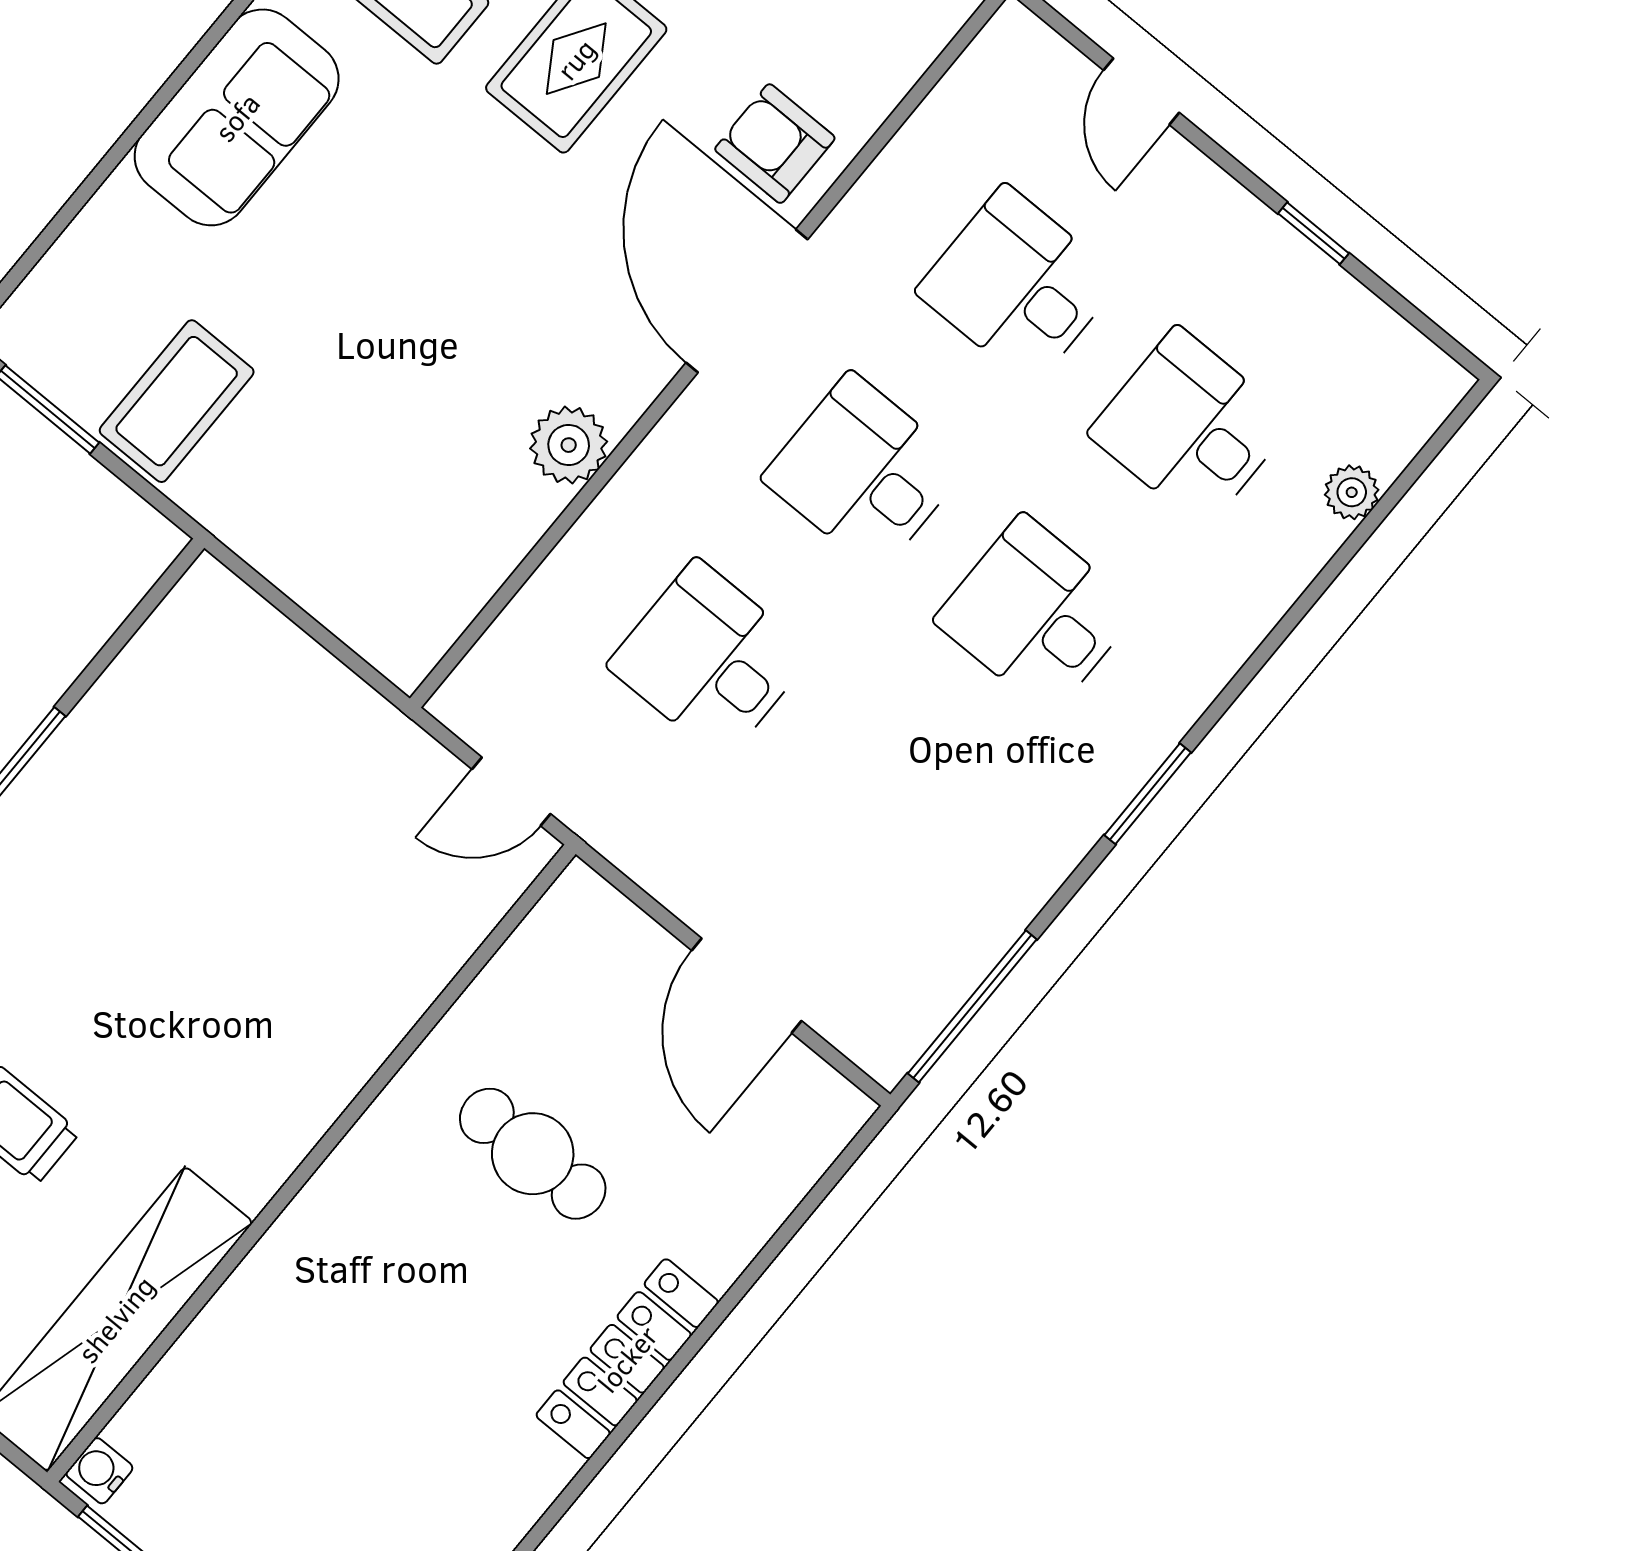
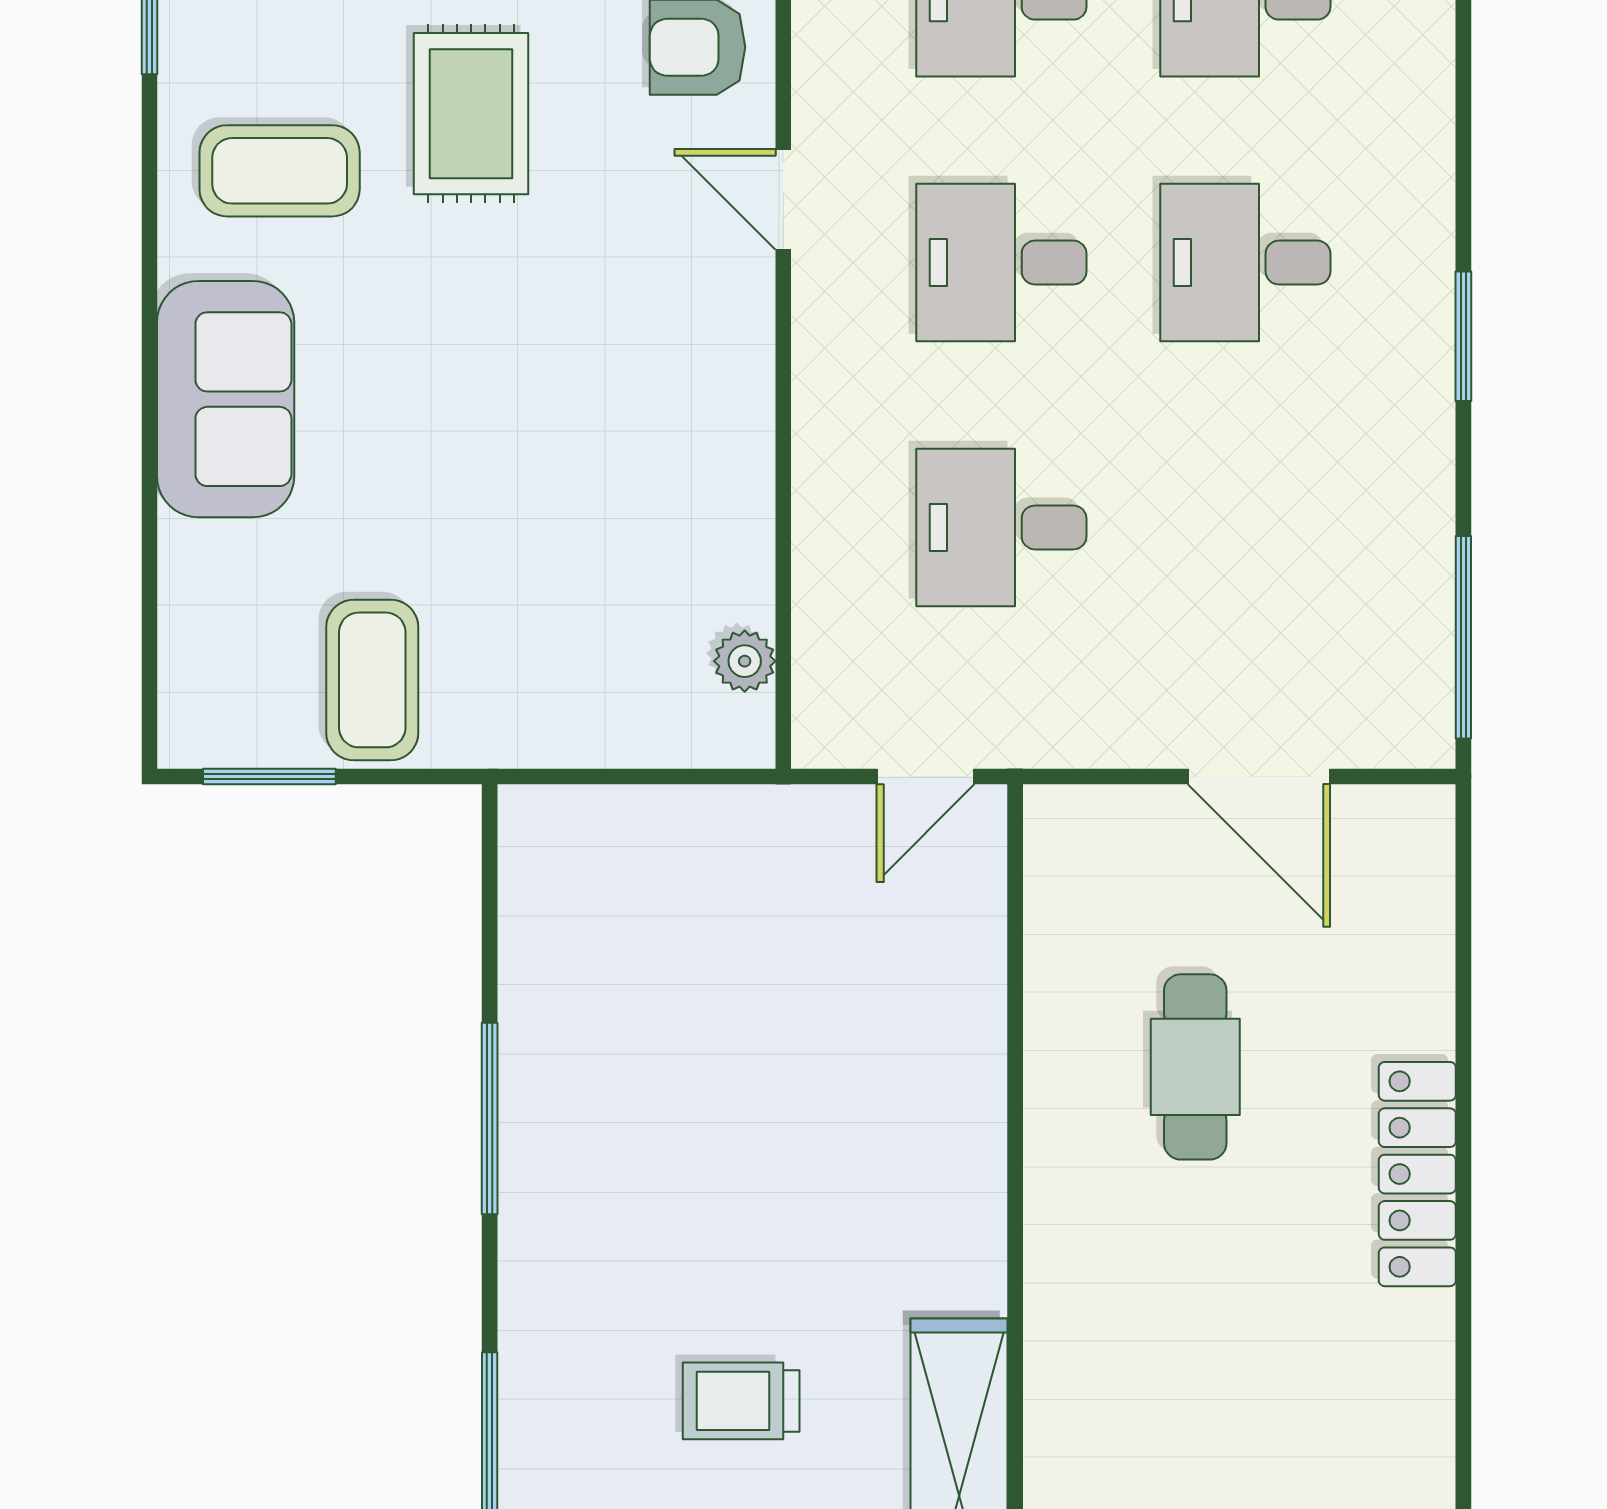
door: (747, 301) -> (783, 199), width x0.53
plant: (569, 445) -> (745, 661), moved, width x0.73, depth x0.73
cafe table: (533, 1154) -> (1195, 1067), turned 90

